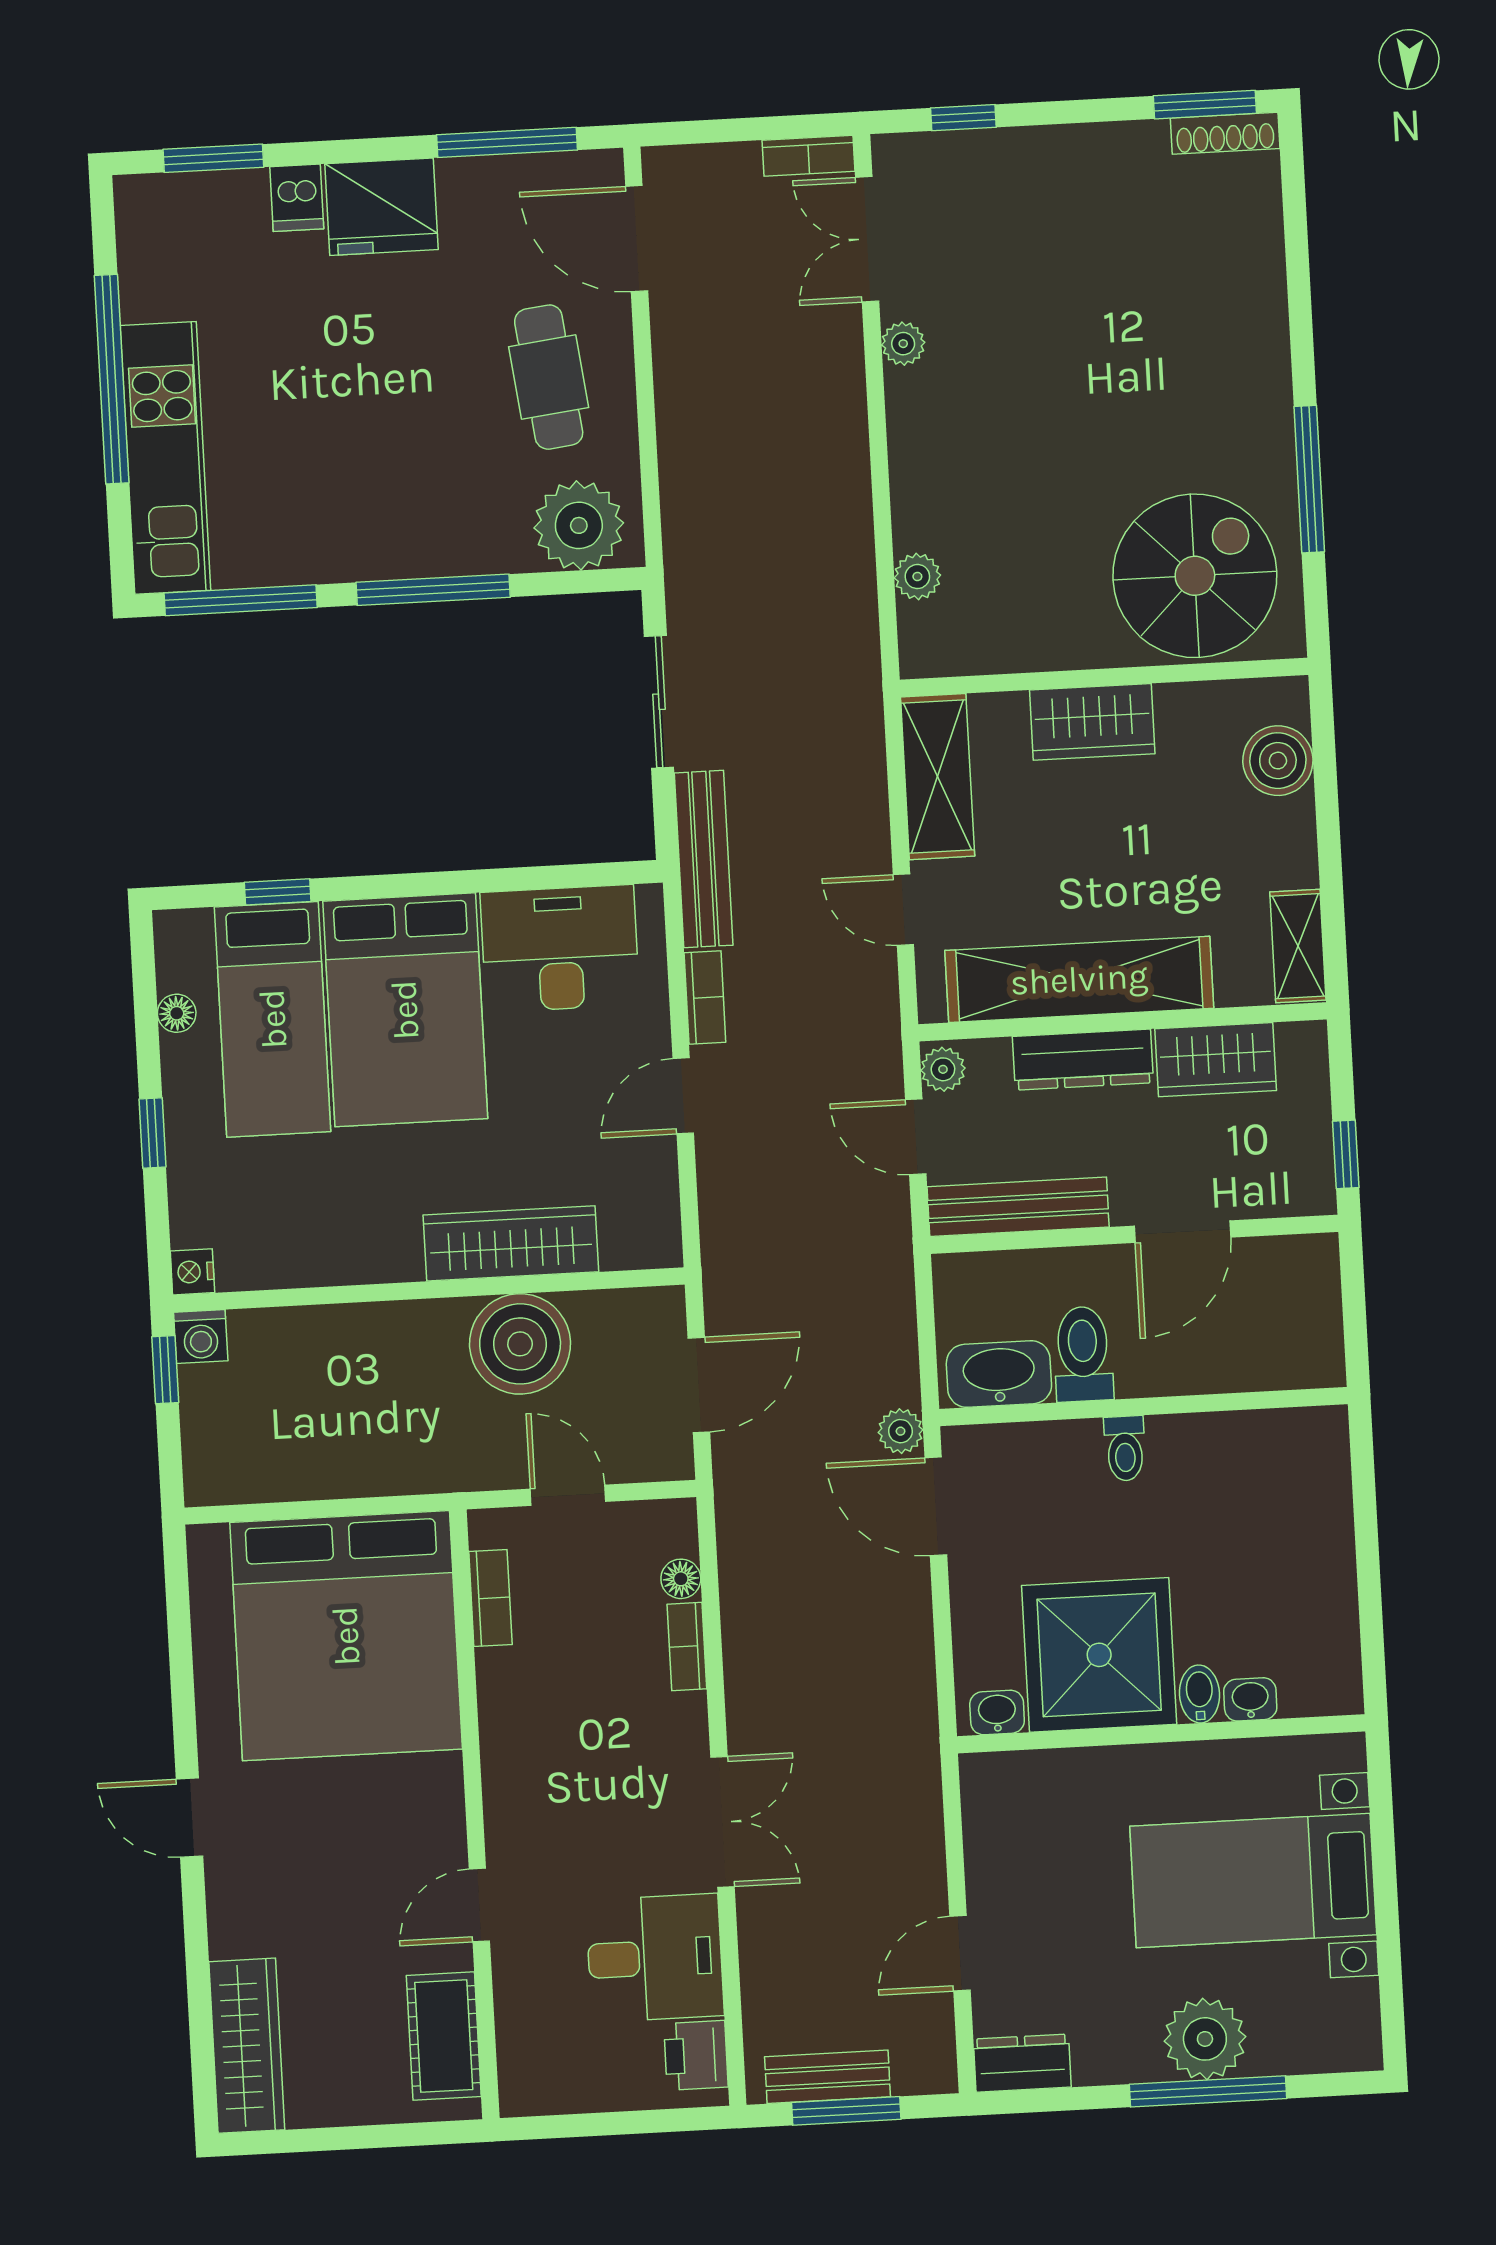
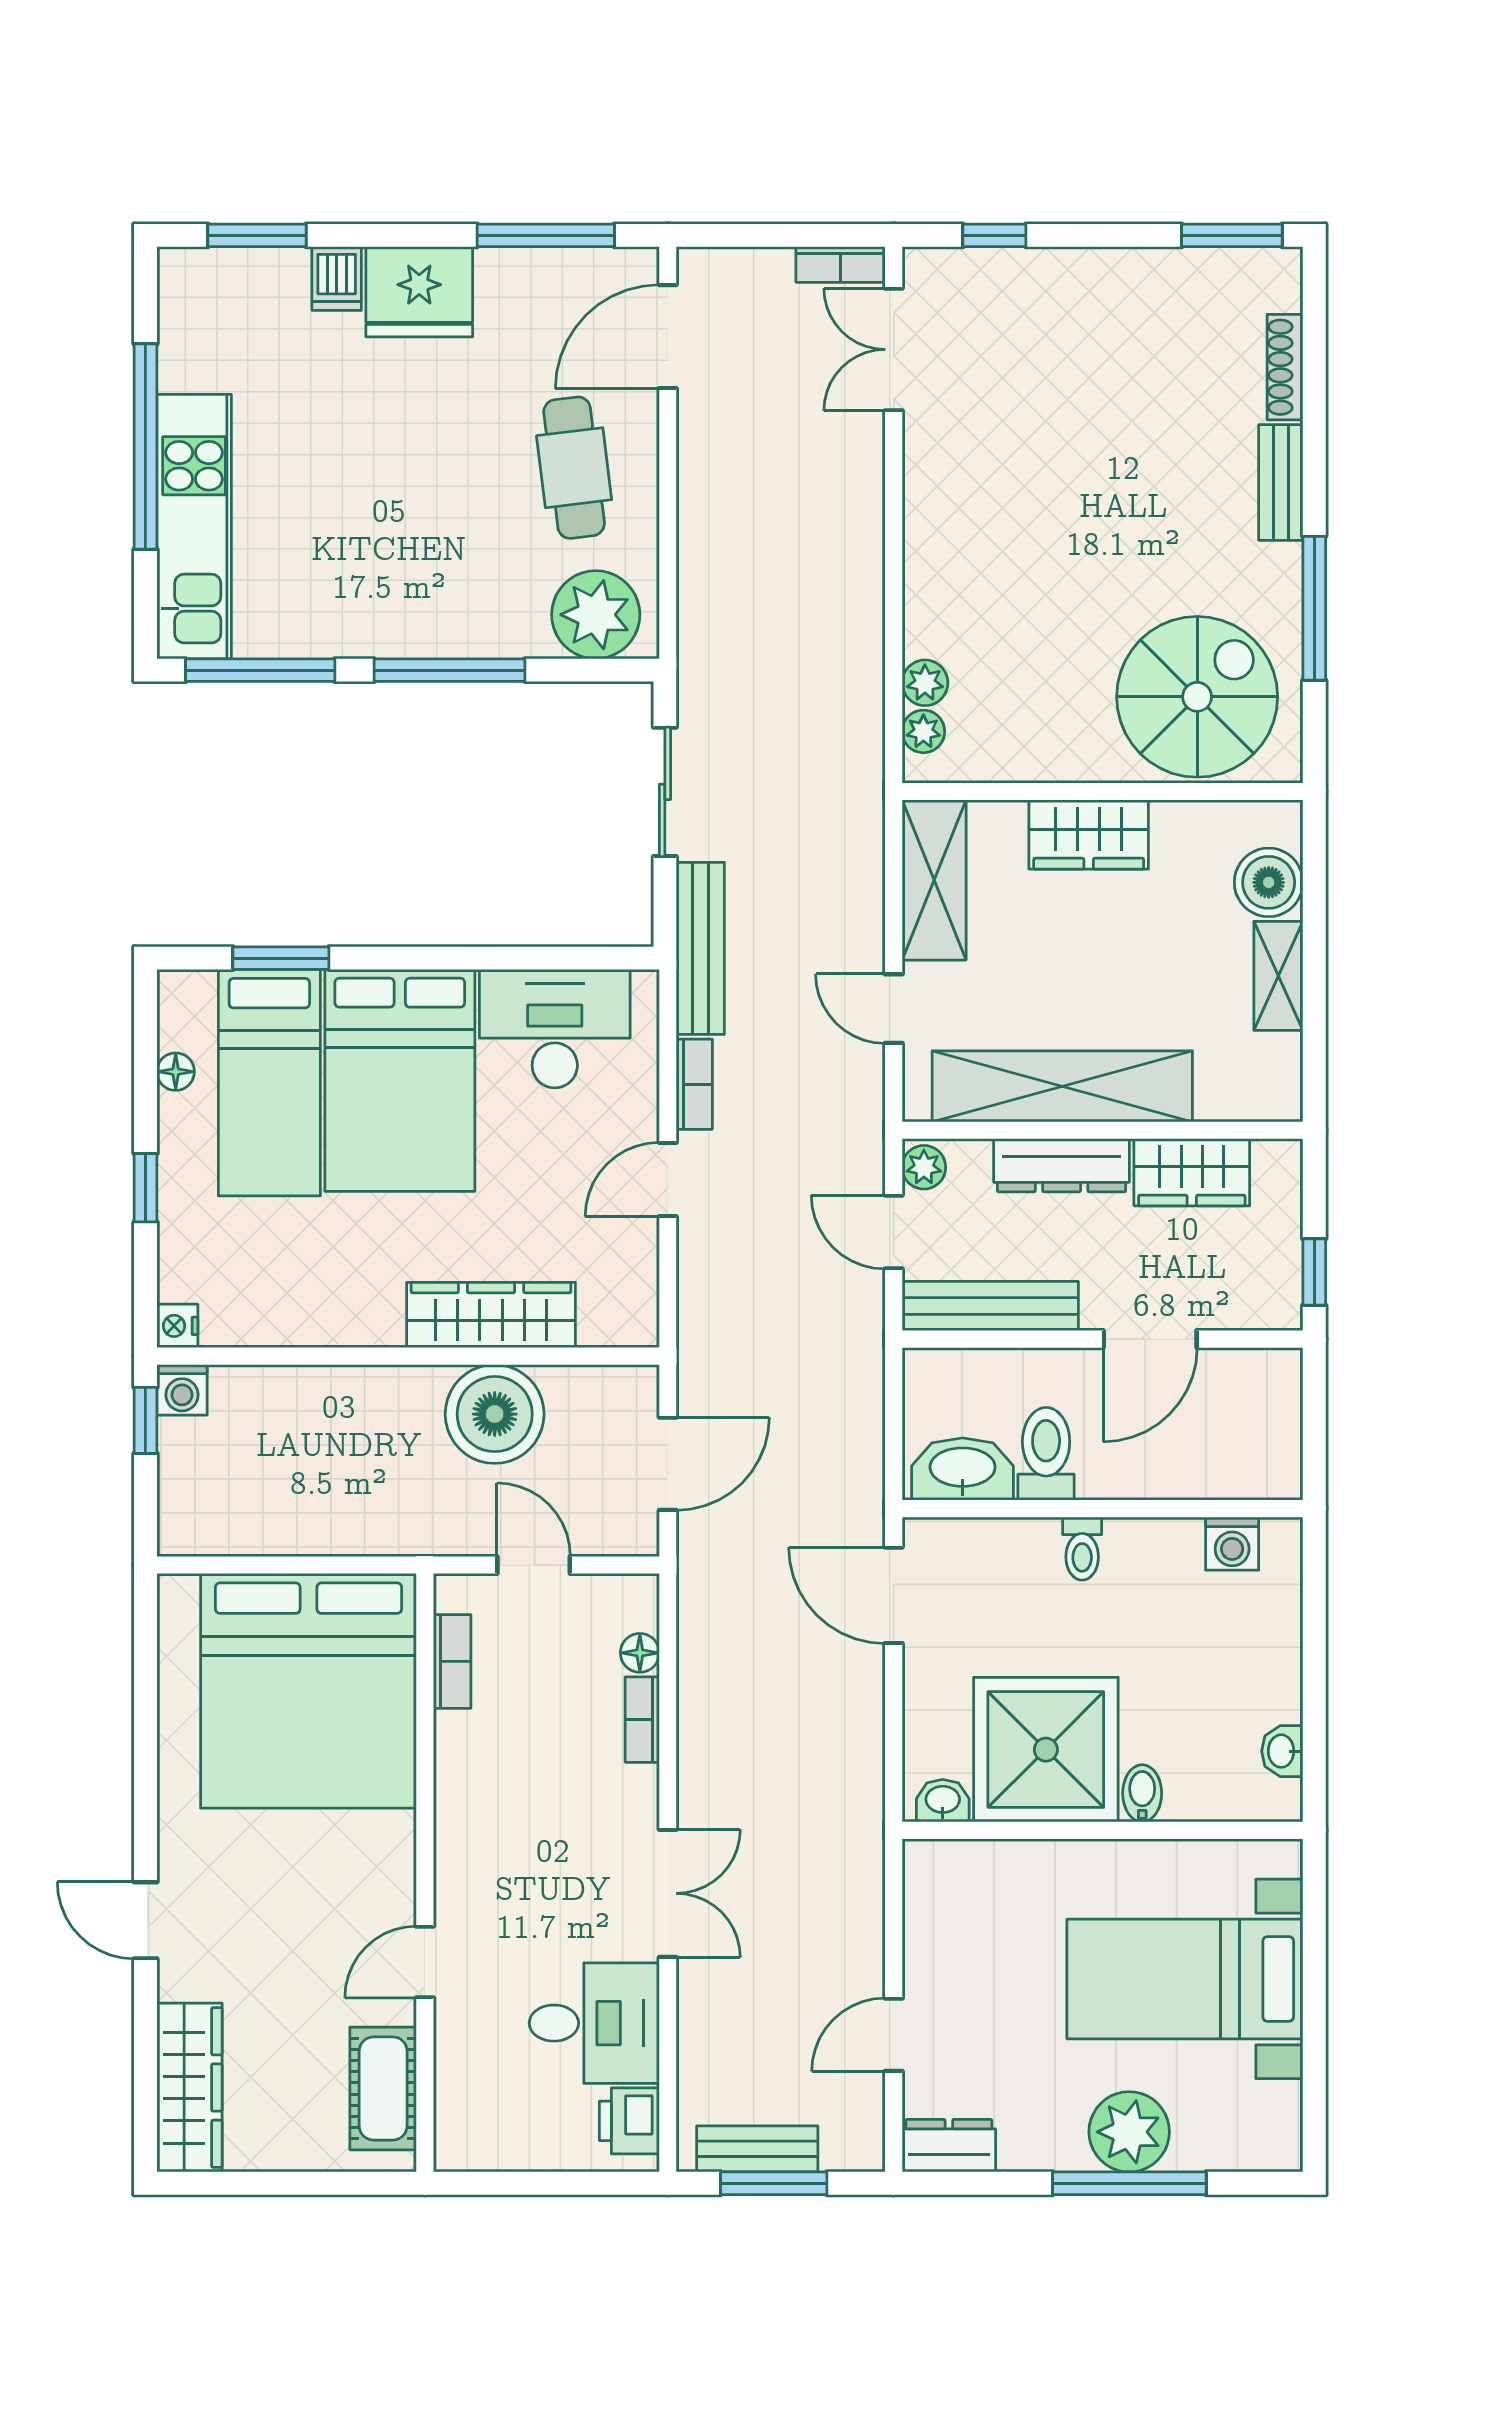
shoe rack: (1225, 133) -> (1285, 367), moved, turned 90
door: (637, 239) -> (668, 337), hinge flipped
plant: (903, 344) -> (923, 731), moved
bench: (1268, 353) -> (1281, 482), added
window: (278, 892) -> (281, 958), width x1.50
shelving: (1298, 946) -> (1278, 976), moved
plant: (901, 1431) -> (863, 1520), removed
washing machine: (1277, 1435) -> (1232, 1544), added
washbasin: (1250, 1699) -> (1282, 1751), moved, turned -90
door: (190, 1818) -> (145, 1920), moved

